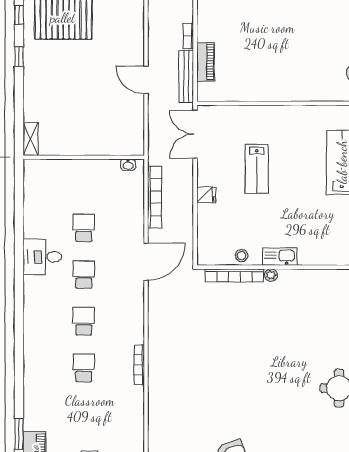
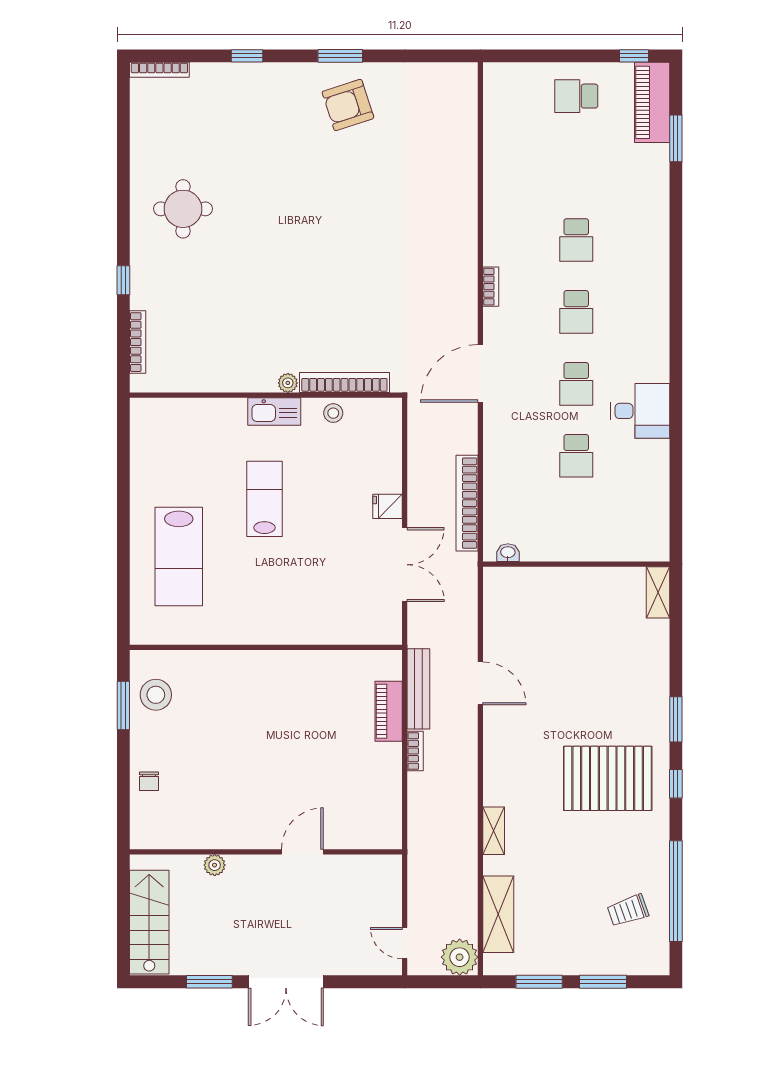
window: (19, 57) -> (676, 719), width x1.50
double door: (195, 134) -> (405, 565), moved
lab bench: (257, 169) -> (264, 499), moved
door: (146, 262) -> (480, 373), moved
bookcase: (139, 365) -> (491, 287), moved, width x0.64

